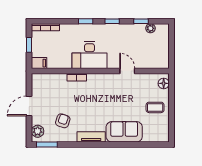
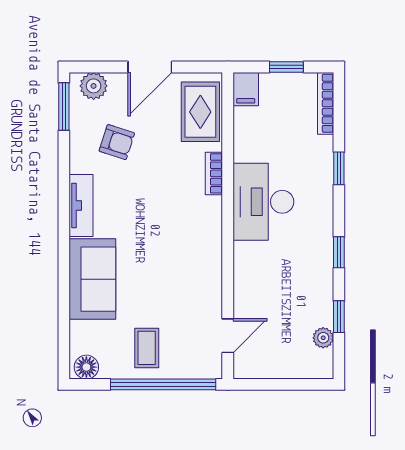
window: (86, 21) -> (339, 168), moved
door: (127, 71) -> (228, 336), moved
rug: (49, 83) -> (200, 112), added
floor lamp: (164, 83) -> (86, 367), moved
window: (171, 100) -> (163, 384), added
door: (29, 106) -> (150, 67), swing flipped

